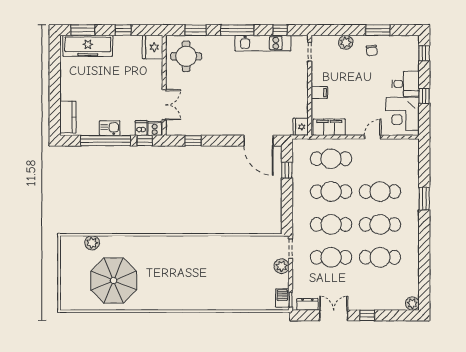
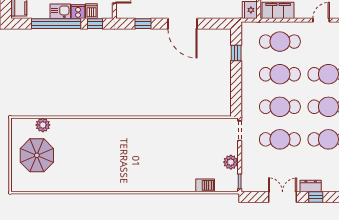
cooker: (155, 128) -> (78, 12), moved
door: (259, 141) -> (182, 24), moved
plant: (282, 266) -> (231, 162), moved
parasol: (114, 280) -> (37, 155), moved, width x0.73, depth x0.73
barbecue: (282, 298) -> (205, 185), moved, turned 90
dresser: (307, 304) -> (311, 186), moved

